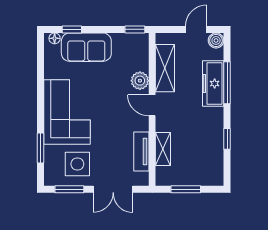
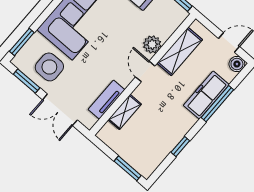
window: (41, 148) -> (22, 42), moved
window: (186, 189) -> (128, 168), moved

